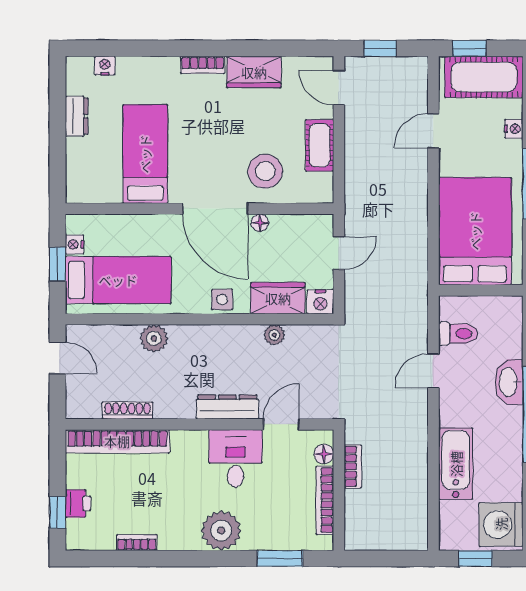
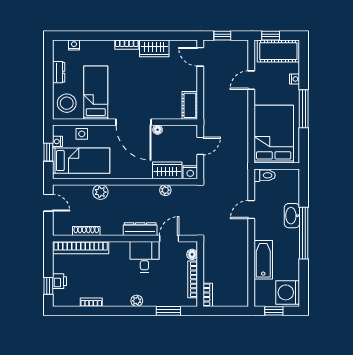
cot: (320, 145) -> (190, 105), moved
stool: (265, 171) -> (67, 103), moved
side table: (222, 299) -> (82, 134), moved
toilet: (458, 334) -> (265, 175), moved
bookcase: (353, 466) -> (208, 295), moved
plant: (221, 531) -> (137, 301), width x0.53, depth x0.53

